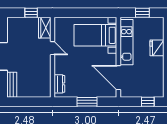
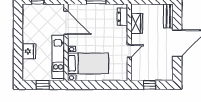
wardrobe: (45, 28) -> (137, 23), moved
door: (52, 48) -> (129, 51), swing flipped

